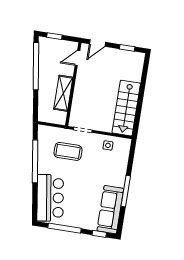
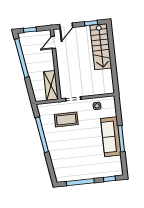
shelving: (63, 93) -> (51, 85), moved
stairs: (126, 108) -> (101, 47), moved
bar counter: (50, 198) -> (62, 161), removed
sofa: (110, 210) -> (111, 137), moved

